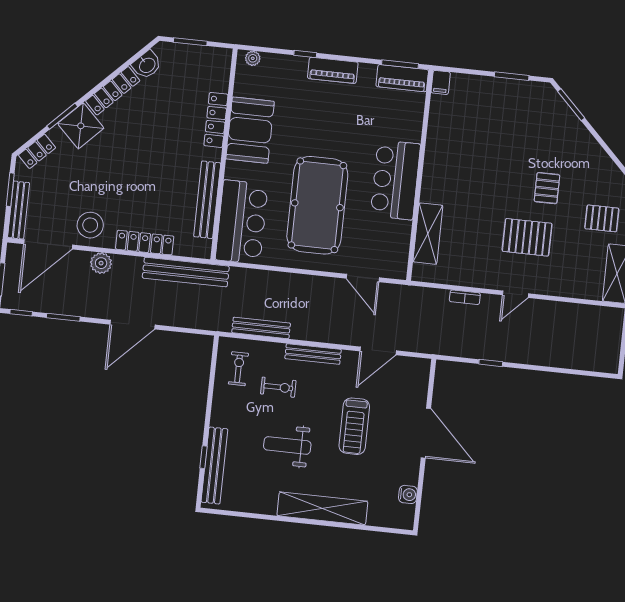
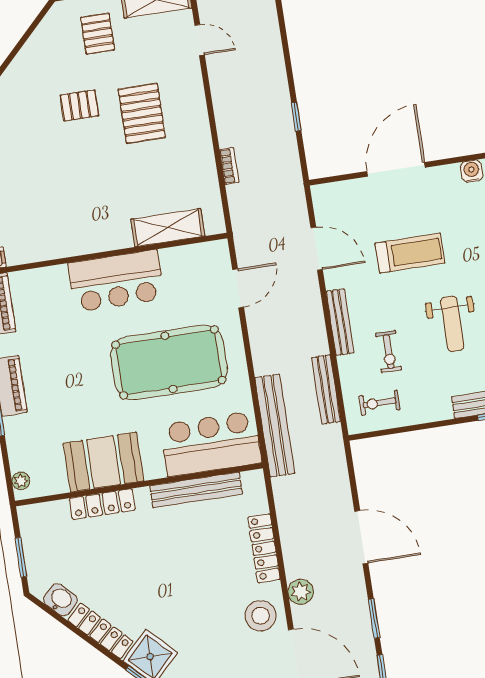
bench: (186, 272) -> (275, 425), moved
door: (515, 294) -> (200, 40), moved
exercise bike: (278, 387) -> (389, 352), turned 180

